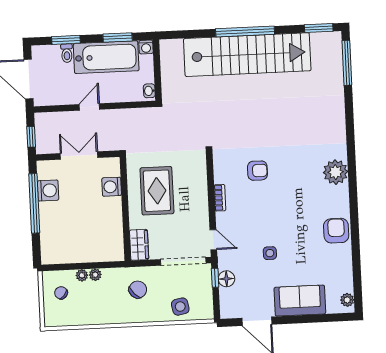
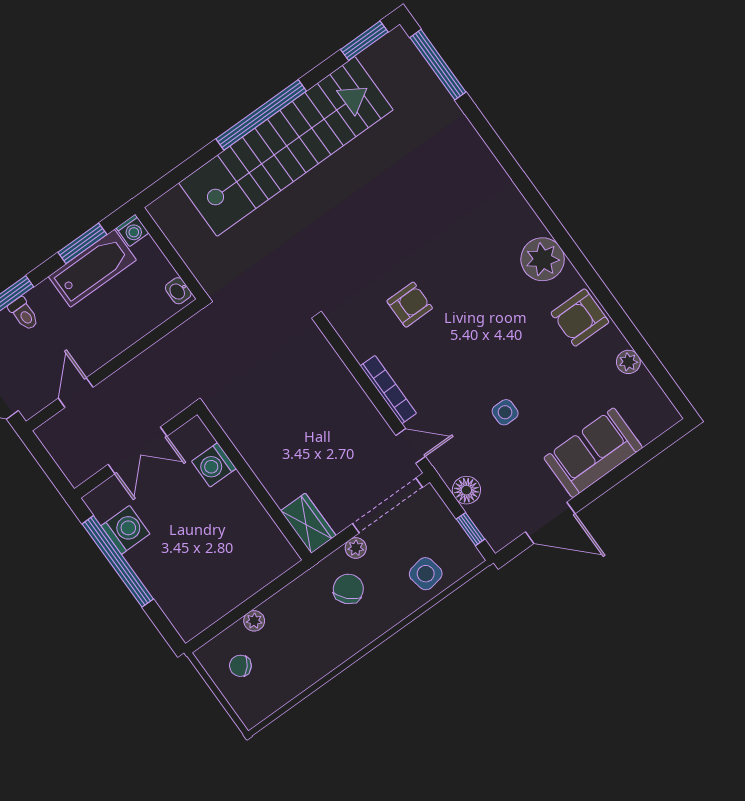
bathtub: (106, 57) -> (92, 268), width x0.73, depth x0.73
door: (89, 107) -> (76, 393), moved
window: (31, 137) -> (51, 468), removed
double door: (79, 156) -> (137, 450), swing flipped
plant: (336, 172) -> (543, 259), moved
rug: (157, 191) -> (283, 428), removed
bookcase: (220, 198) -> (388, 390), width x1.56
armchair: (336, 231) -> (580, 318), turned -90
plant: (95, 275) -> (356, 548), moved
window: (215, 278) -> (470, 529), moved
plant: (347, 300) -> (628, 362), moved

